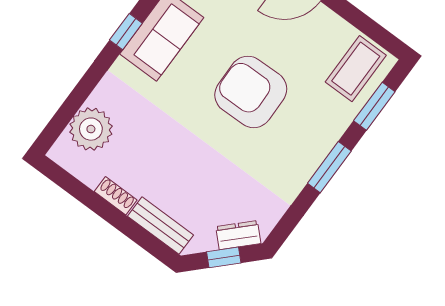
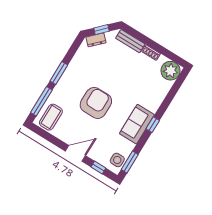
armchair: (251, 92) -> (96, 103), turned -89
window: (374, 106) -> (41, 101), width x1.44
plant: (91, 129) -> (171, 71), moved

